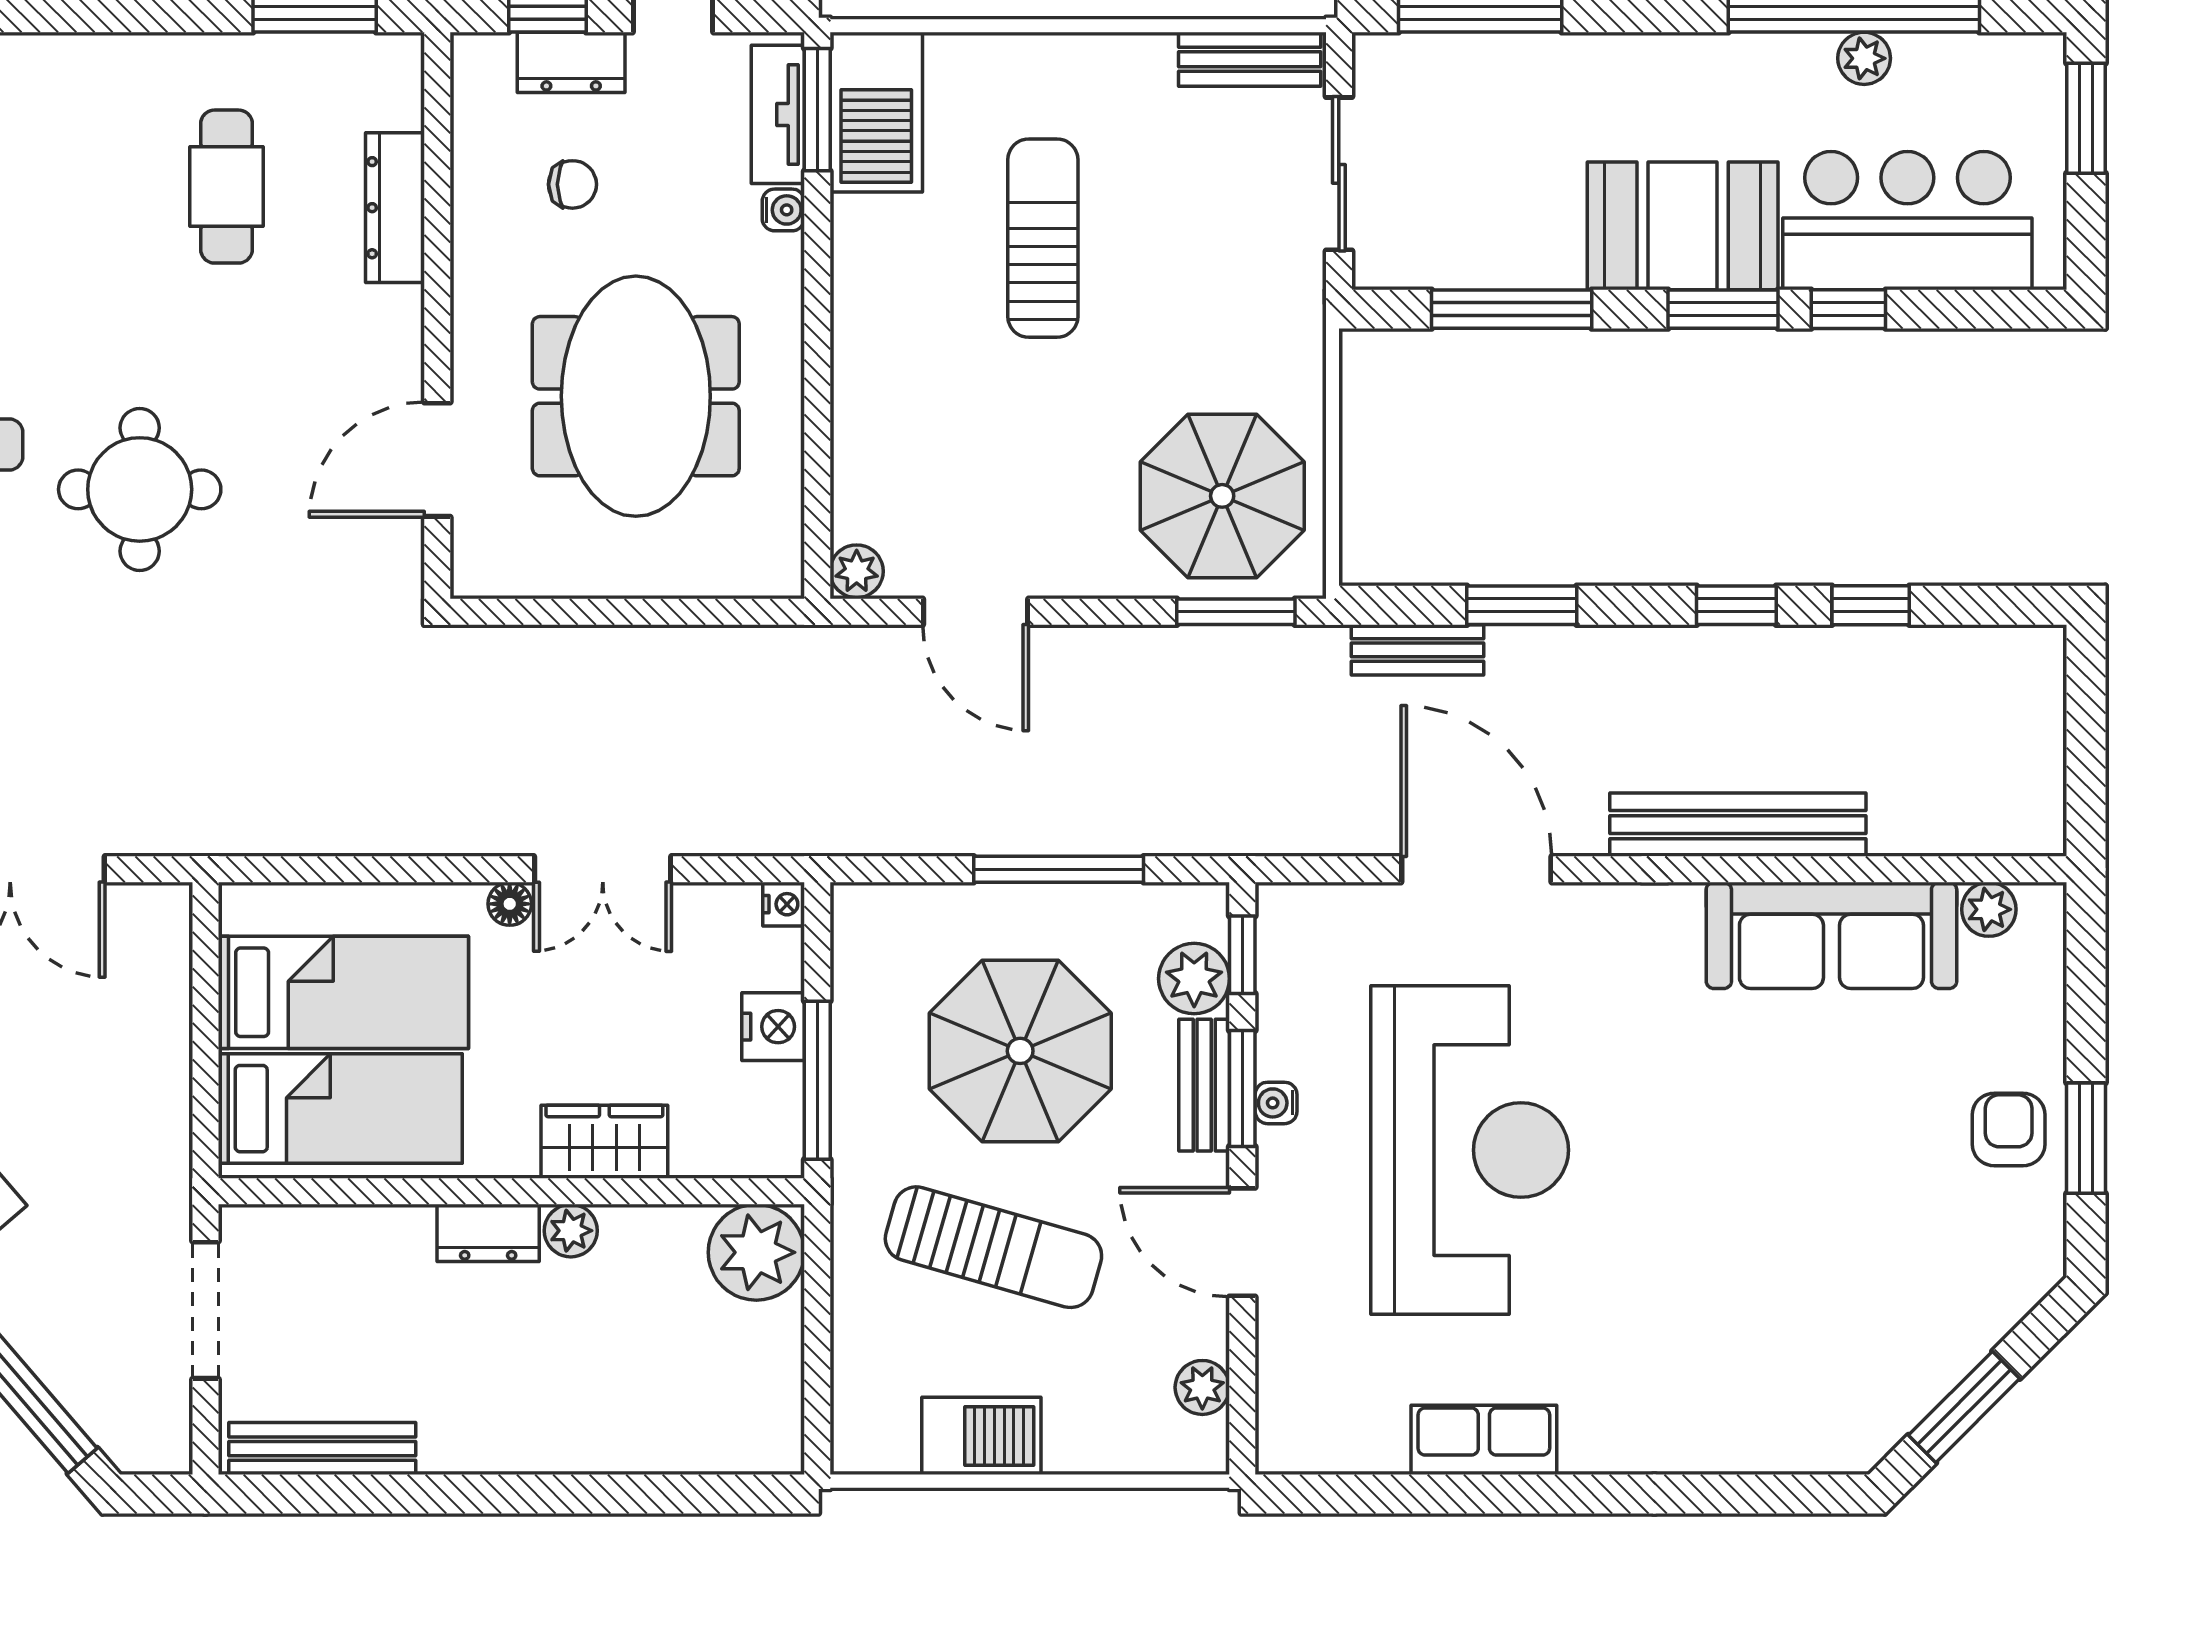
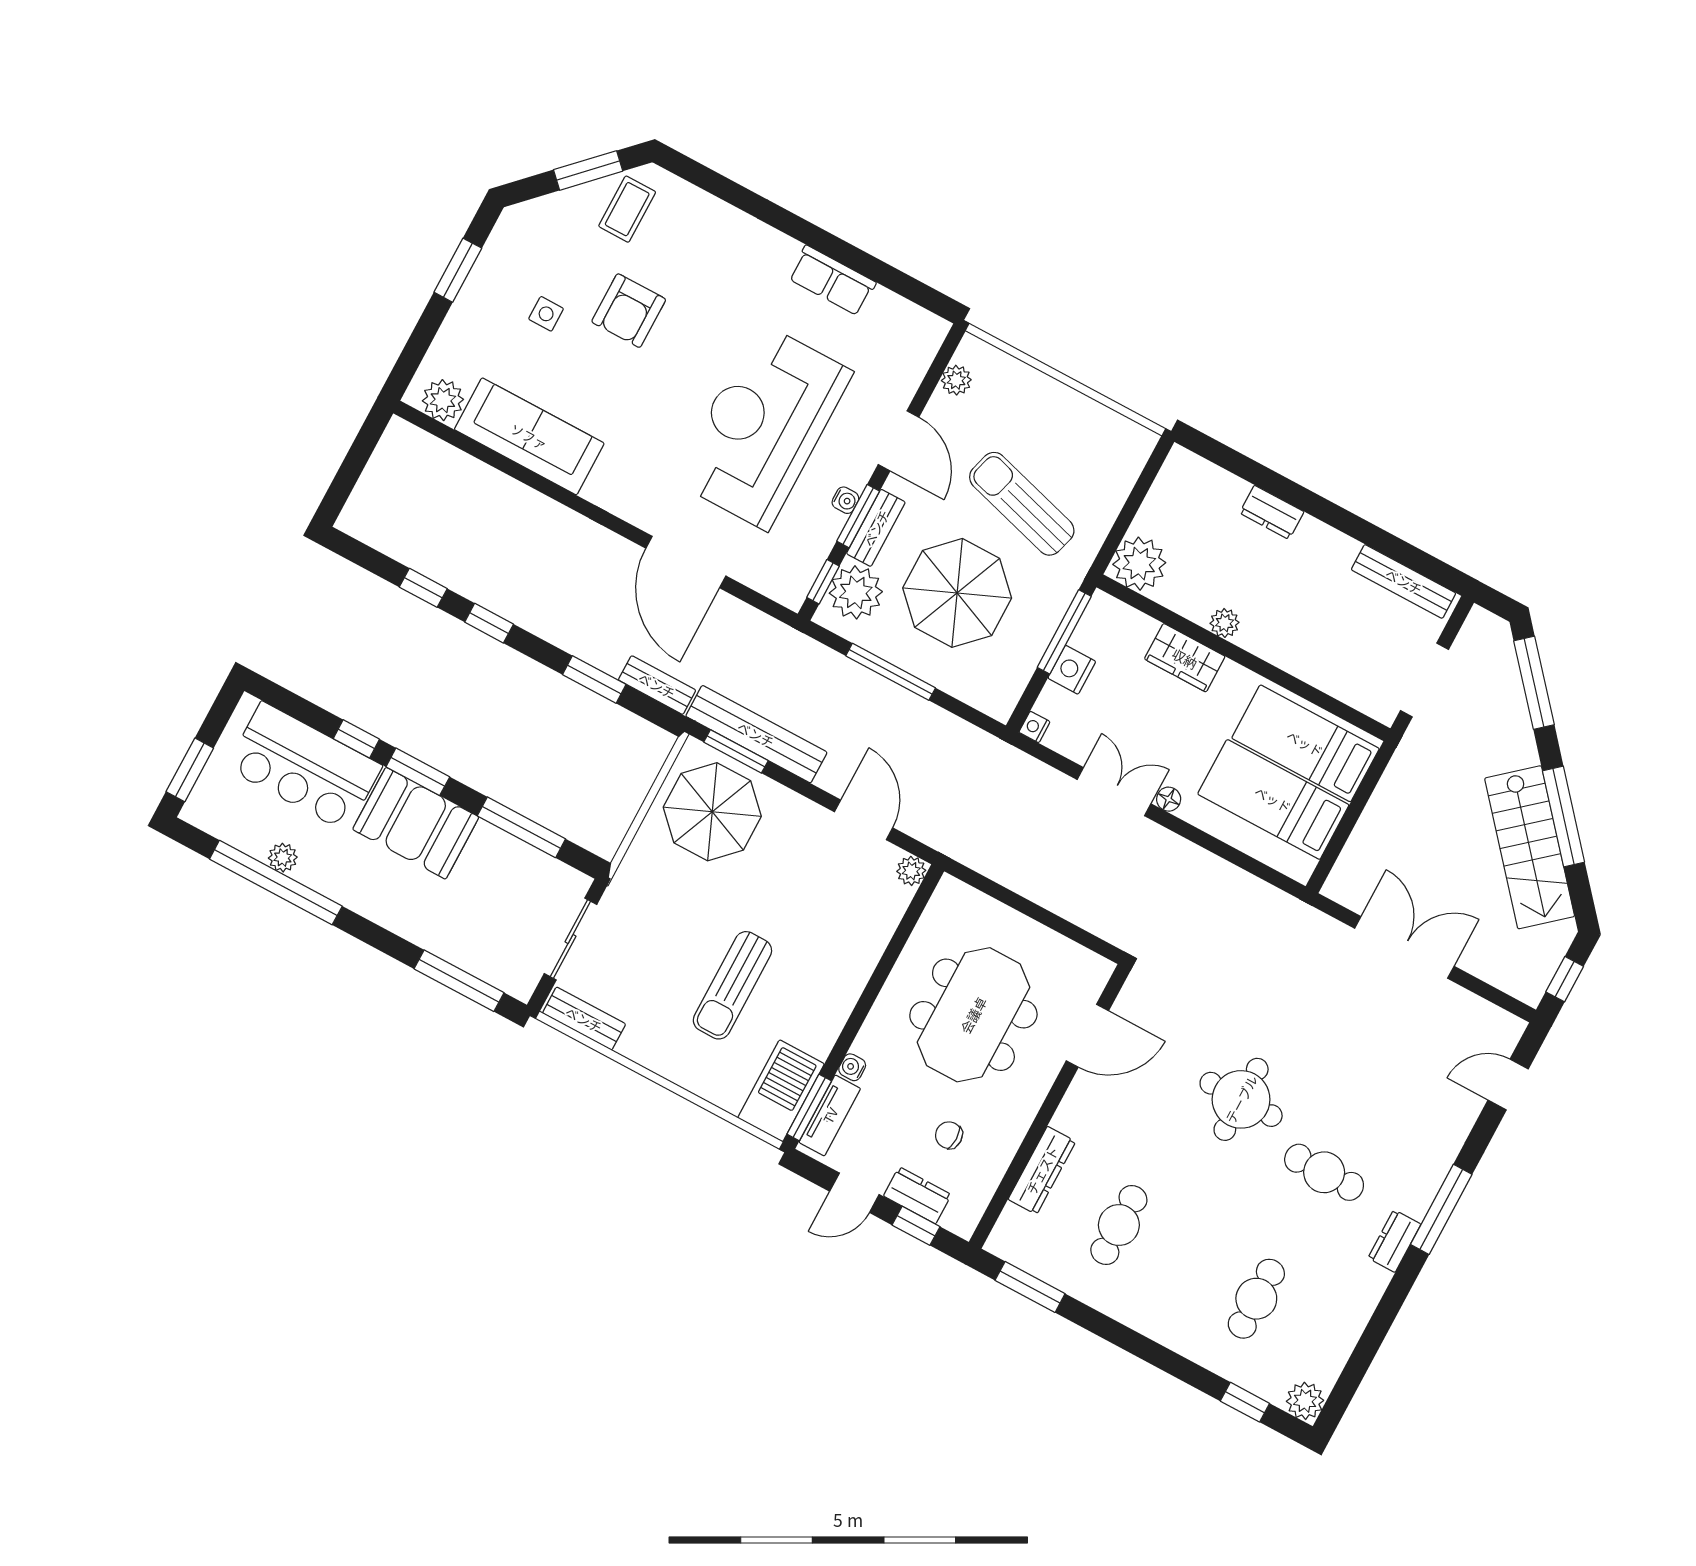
bench: (1738, 825) -> (756, 734), moved
plant: (1989, 909) -> (443, 400), width x1.38, depth x1.38
plant: (1194, 979) -> (856, 592), width x1.36, depth x1.36
armchair: (2009, 1130) -> (629, 311), moved, width x1.38, depth x1.38
side table: (1909, 1144) -> (546, 314), added
dresser: (488, 1233) -> (1272, 512), moved, turned 180
coffee table: (1869, 1379) -> (627, 209), added
barbecue: (981, 1436) -> (1077, 414), removed

